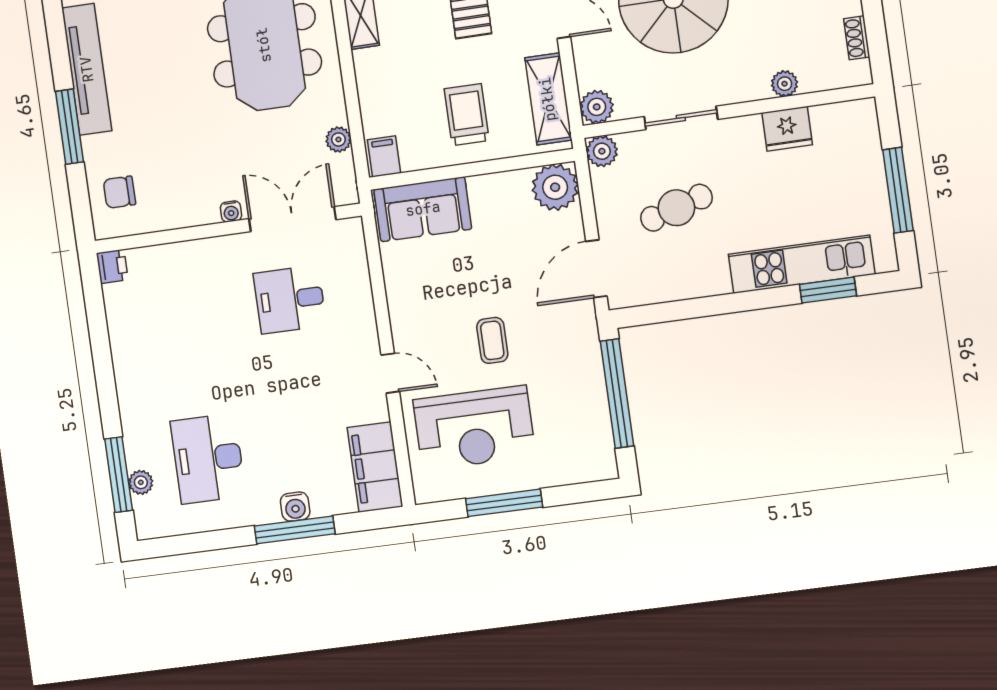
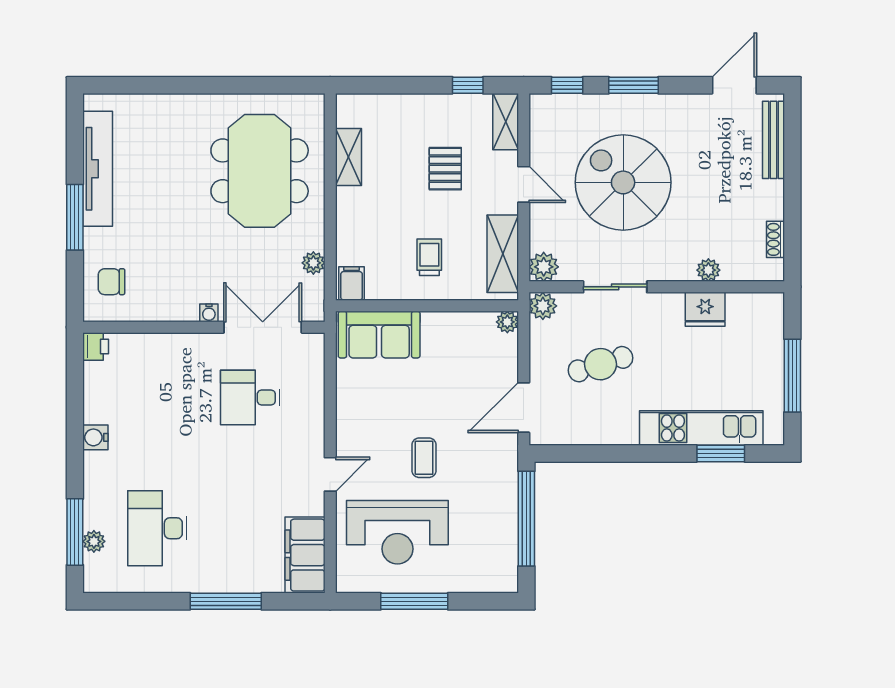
trolley: (467, 115) -> (429, 257), width x0.73, depth x0.72
plant: (555, 187) -> (507, 322), width x0.53, depth x0.53
door: (390, 373) -> (330, 474), hinge flipped
water cooler: (295, 507) -> (95, 437), moved, turned 90

